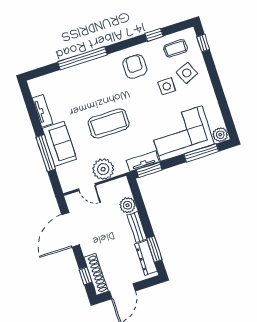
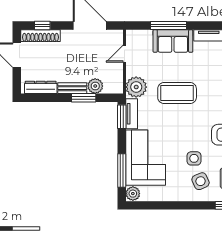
coffee table: (109, 123) -> (177, 93), turned 90
plant: (103, 169) -> (136, 87), moved
window: (154, 249) -> (84, 98), moved

